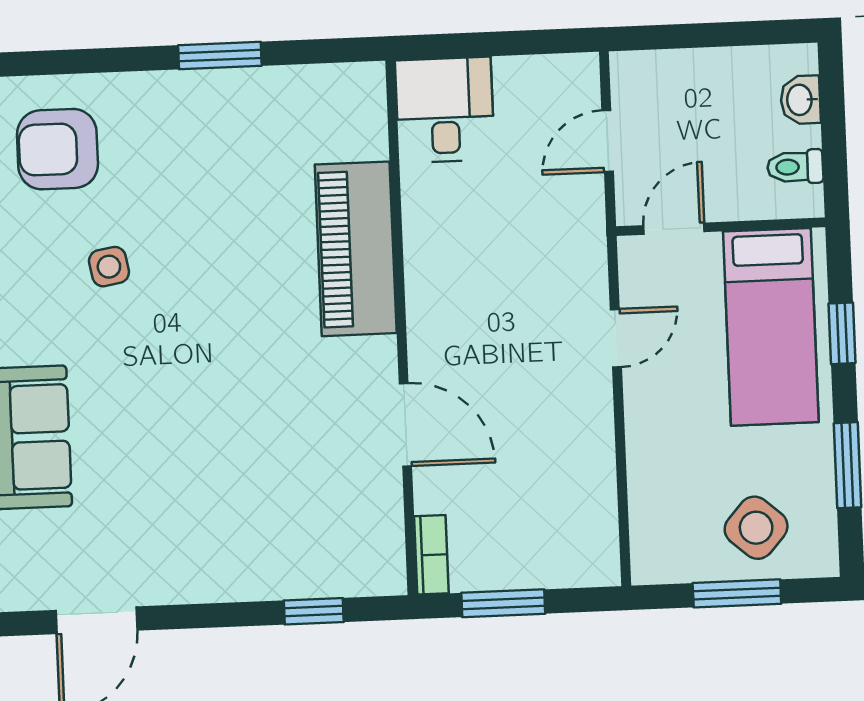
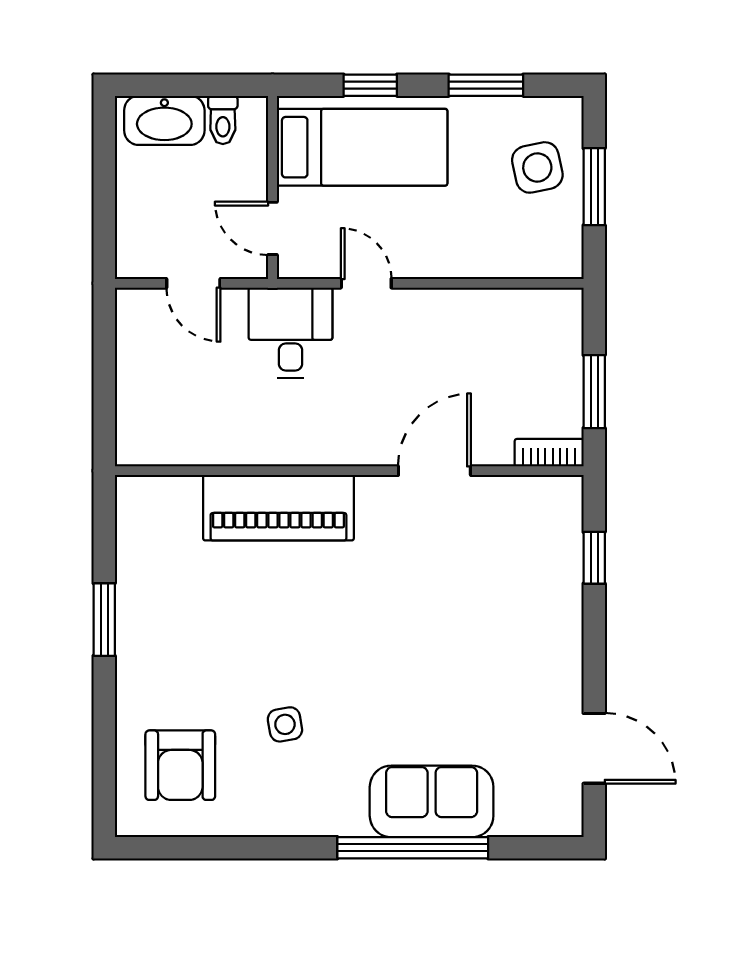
washbasin: (801, 100) -> (164, 120), width x1.91, depth x1.45
desk: (445, 110) -> (291, 333), moved, turned 90
side table: (756, 528) -> (537, 167), turned 37

